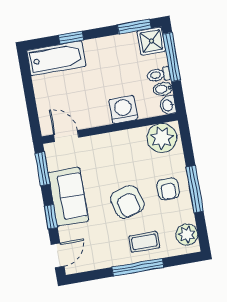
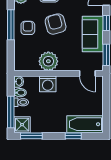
plant: (162, 138) -> (48, 61), moved

